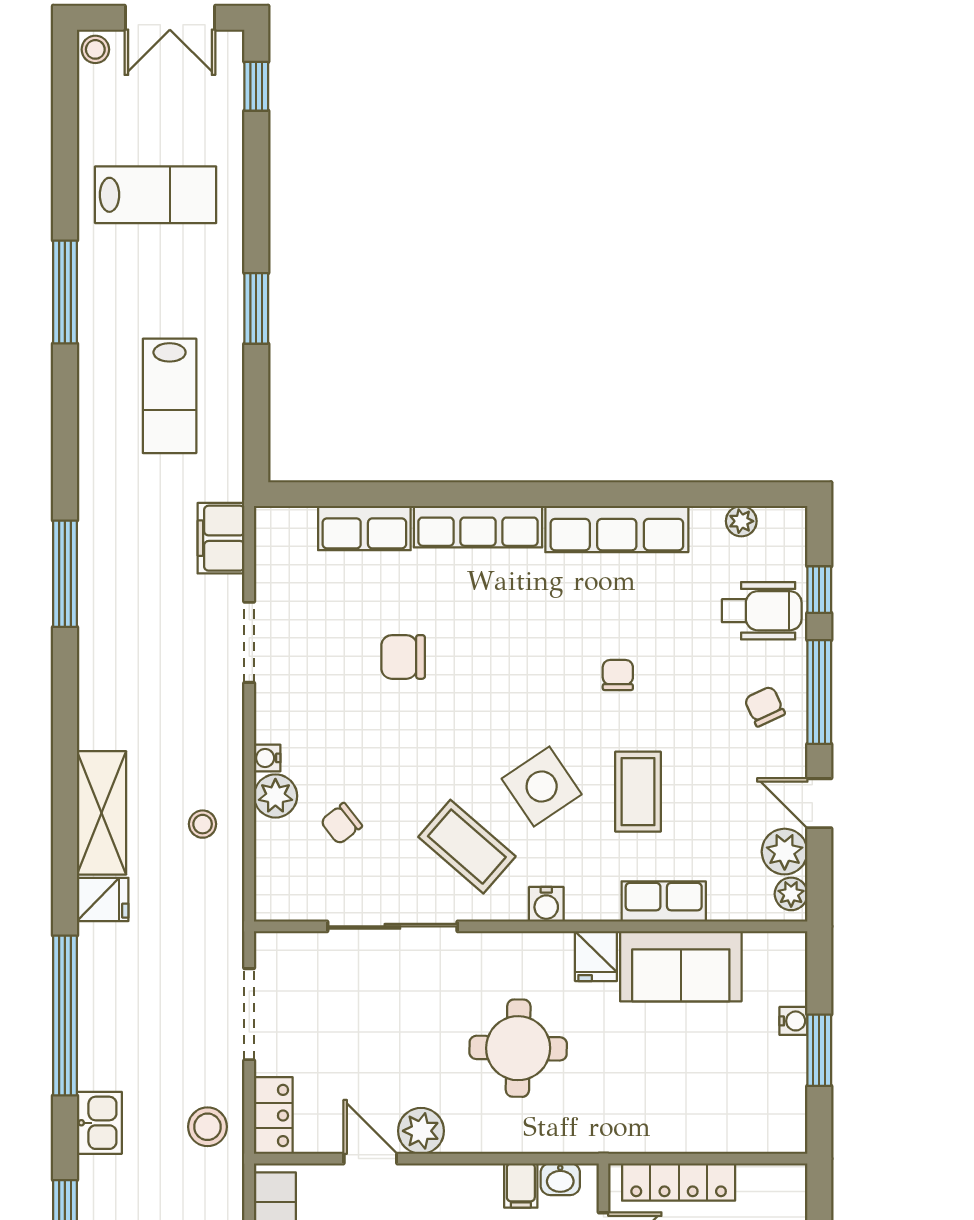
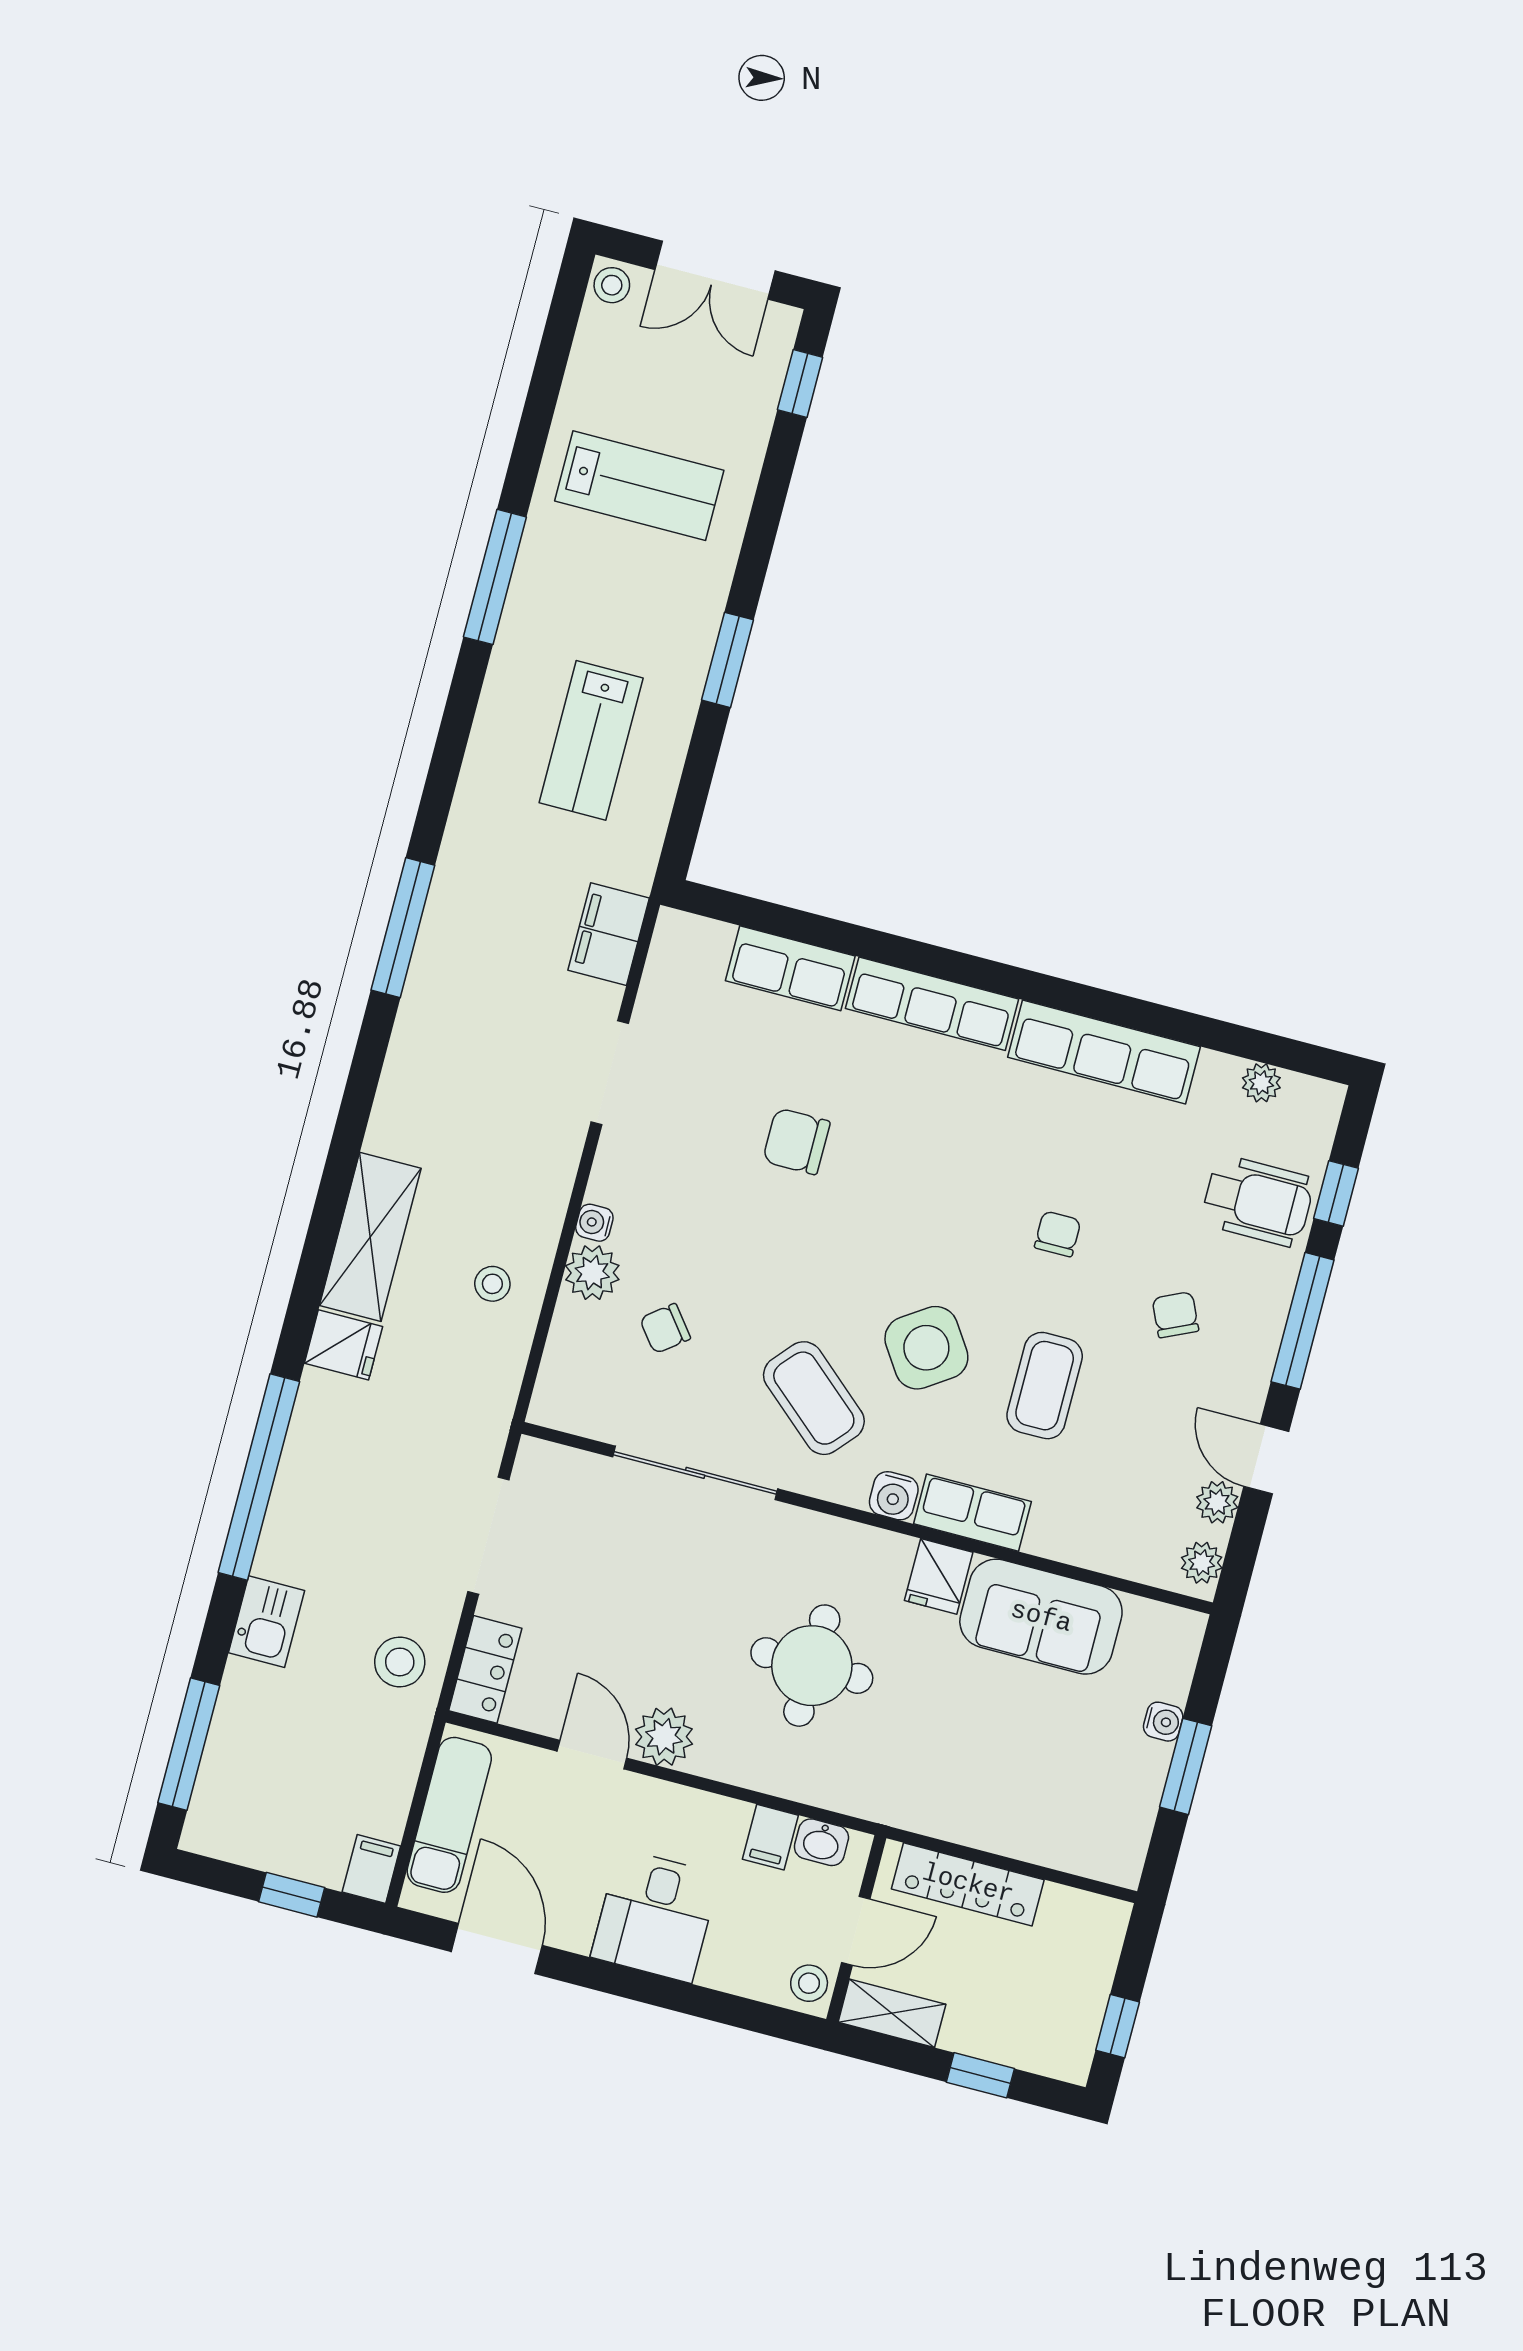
chair: (765, 706) -> (1175, 1315), moved
plant: (785, 852) -> (1217, 1502), width x0.73, depth x0.73
row of seats: (664, 901) -> (972, 1513), moved

